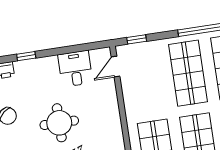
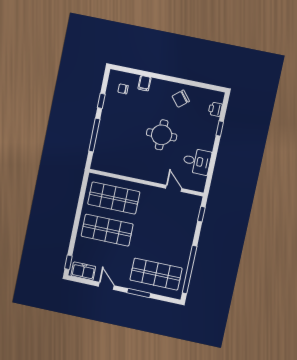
door: (115, 67) -> (174, 188), moved
shop shelf: (188, 73) -> (163, 242), removed

